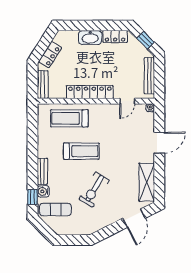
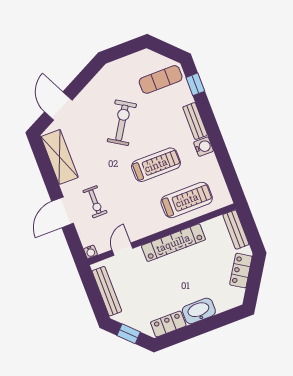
exercise bike: (134, 141) -> (95, 202), added
treadmill: (81, 151) -> (156, 165), turned 180
water cooler: (43, 191) -> (204, 147), moved

